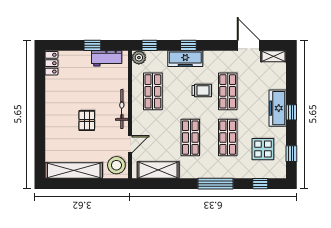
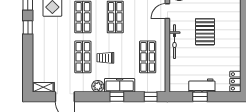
workbench: (107, 58) -> (202, 86), moved
plant: (139, 58) -> (98, 86), moved
freezer: (278, 108) -> (40, 42), removed
window: (291, 112) -> (28, 27), moved
pallet: (87, 120) -> (205, 32), width x1.50, depth x1.42

